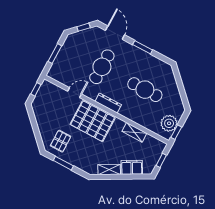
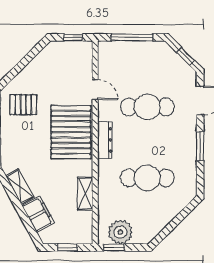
window: (55, 54) -> (132, 37), width x1.44
cafe table: (145, 90) -> (147, 178), turned 90

